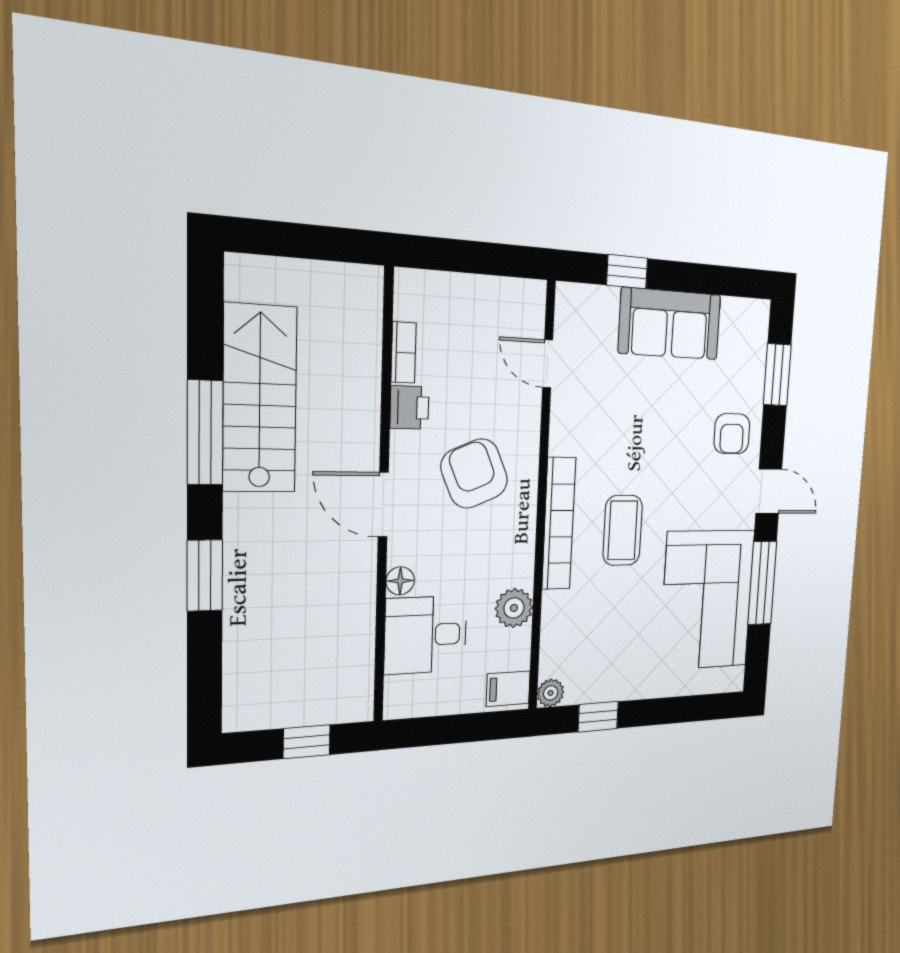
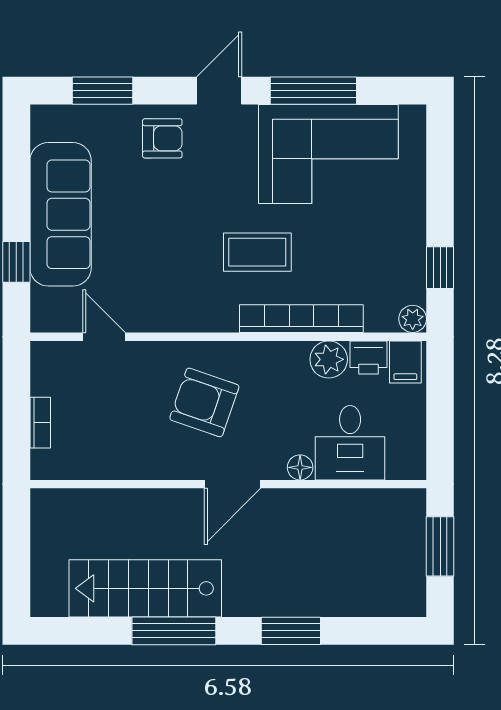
sofa: (670, 324) -> (61, 214), width x1.36
bookcase: (404, 352) -> (40, 423), moved, turned 90
door: (548, 364) -> (104, 337), swing flipped
printer: (409, 407) -> (368, 358), moved, turned 180
armchair: (474, 473) -> (204, 402), turned 42
bookcase: (559, 524) -> (301, 319), moved
window: (307, 742) -> (440, 546), width x1.50

